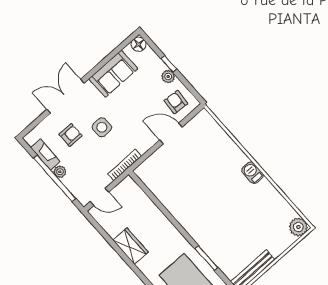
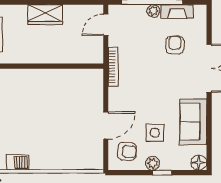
side table: (102, 127) -> (155, 133), moved
armchair: (70, 135) -> (175, 45), turned 180

